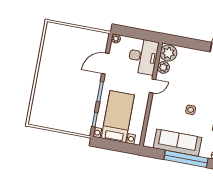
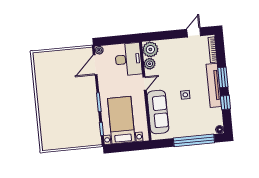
door: (105, 63) -> (95, 65), moved
sofa: (177, 143) -> (158, 112), moved, turned 90

